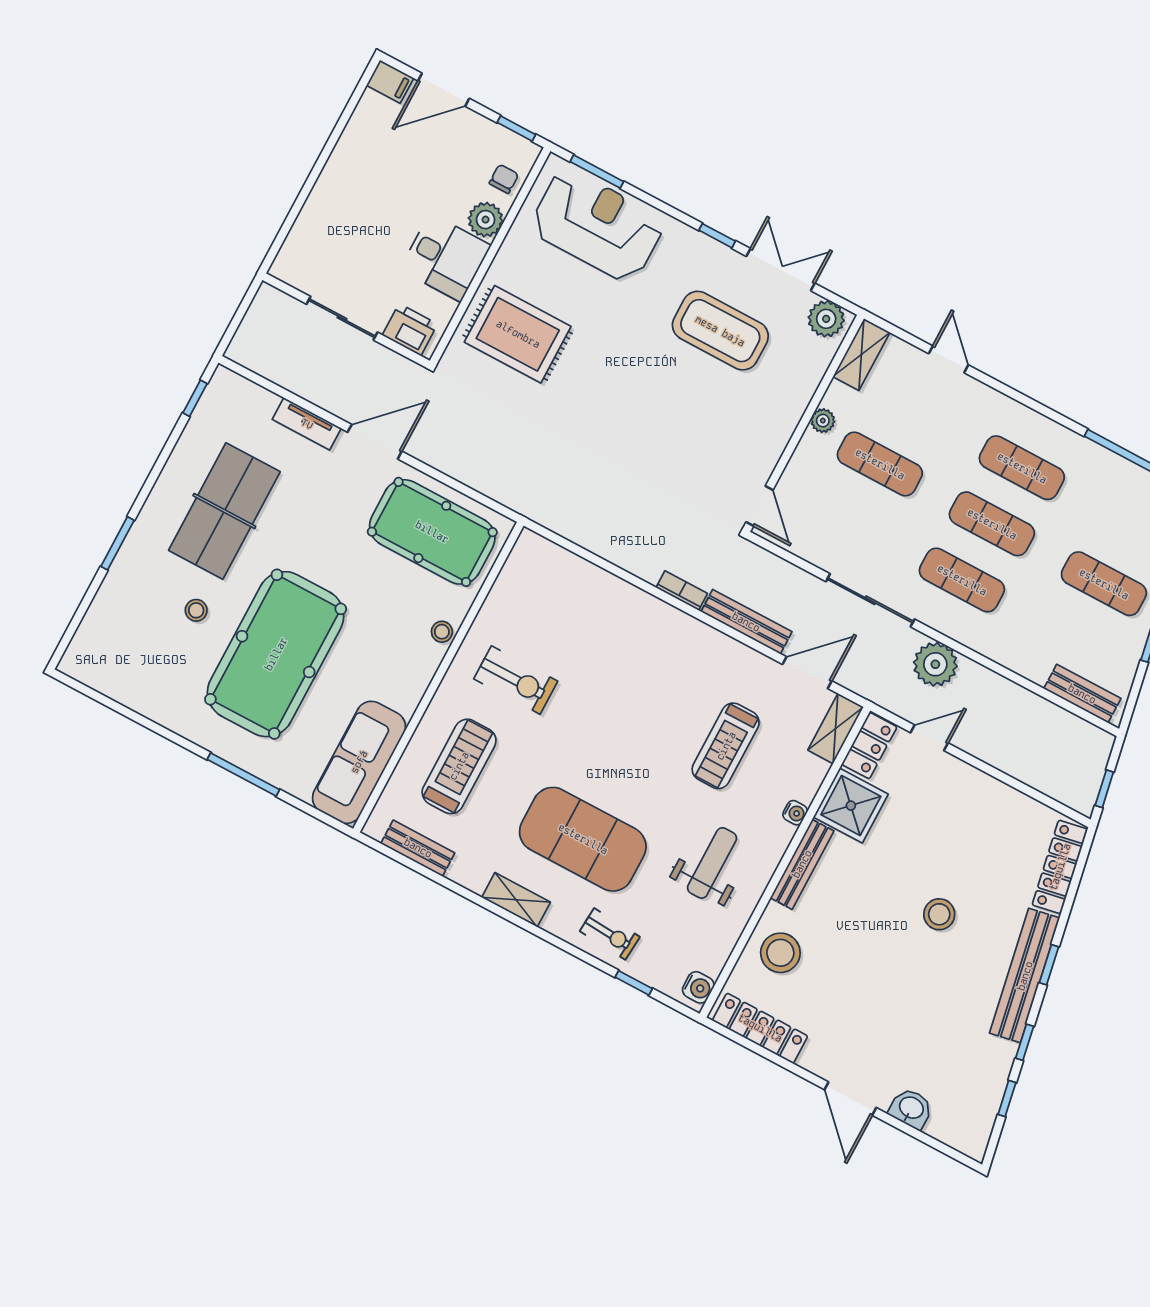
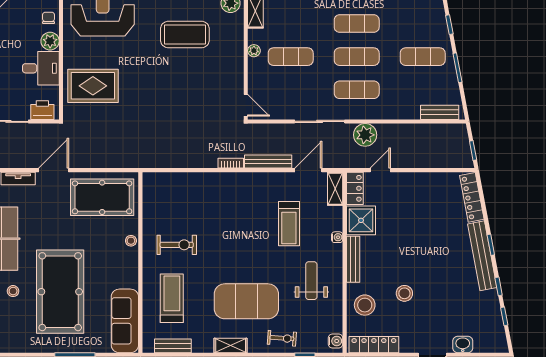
stool: (939, 914) -> (404, 293), moved

